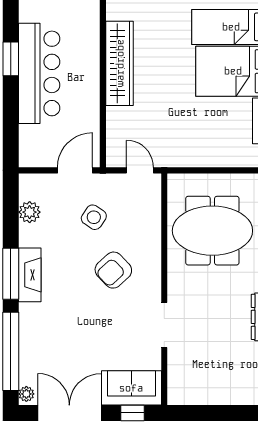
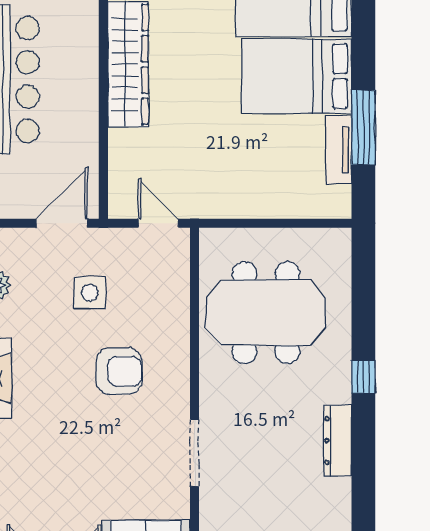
side table: (94, 217) -> (90, 293), turned -34
armchair: (113, 270) -> (119, 371), turned -137

